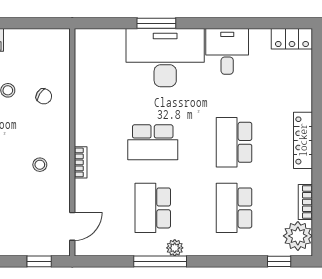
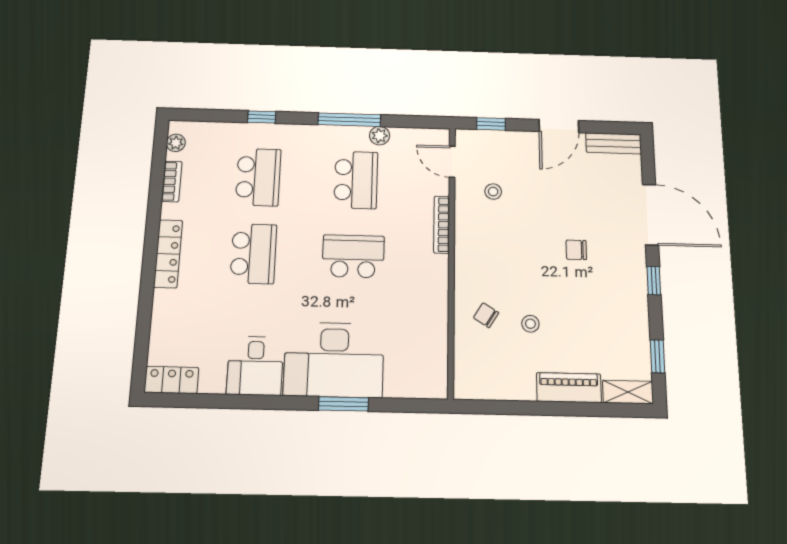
bookcase: (81, 162) -> (442, 225), width x1.56
stool: (40, 165) -> (493, 192), moved
door: (72, 226) -> (452, 162), hinge flipped
plant: (298, 236) -> (176, 143), width x0.53, depth x0.53
plant: (175, 248) -> (380, 136), moved
window: (279, 261) -> (262, 117), moved

